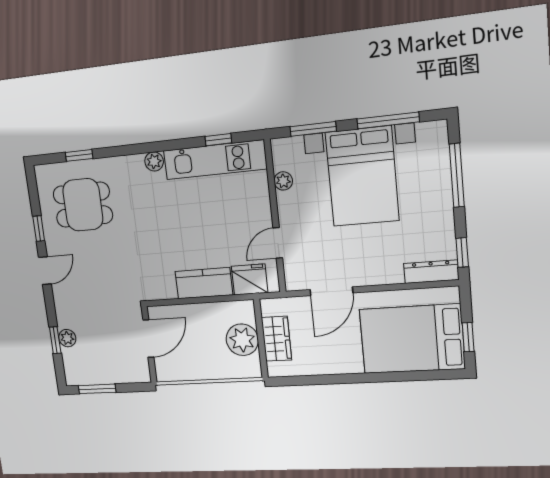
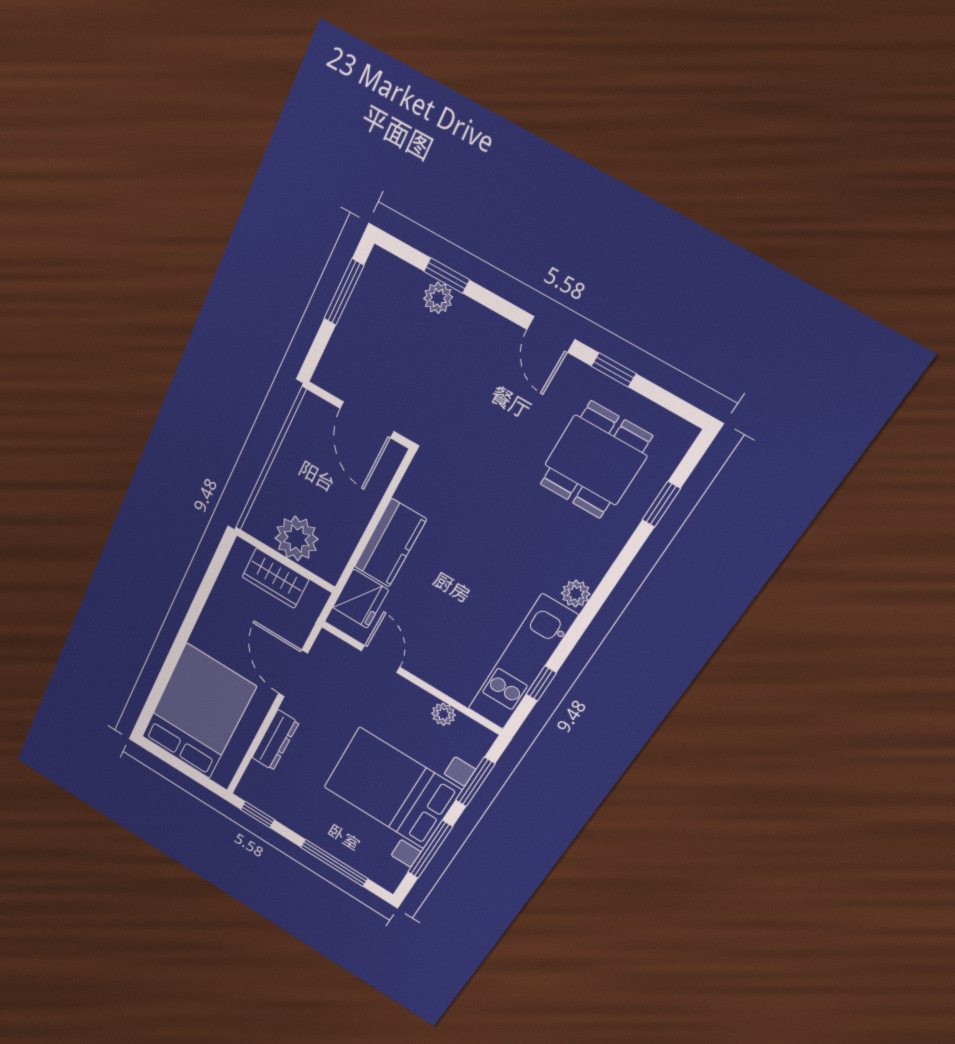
dresser: (431, 272) -> (275, 740), moved
window: (468, 337) -> (172, 761), removed

